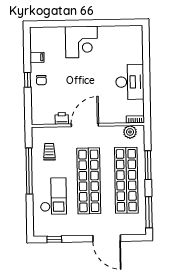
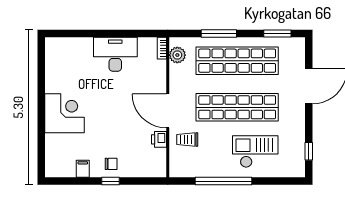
trolley: (49, 152) -> (187, 140), moved
window: (149, 212) -> (277, 33), width x0.69

